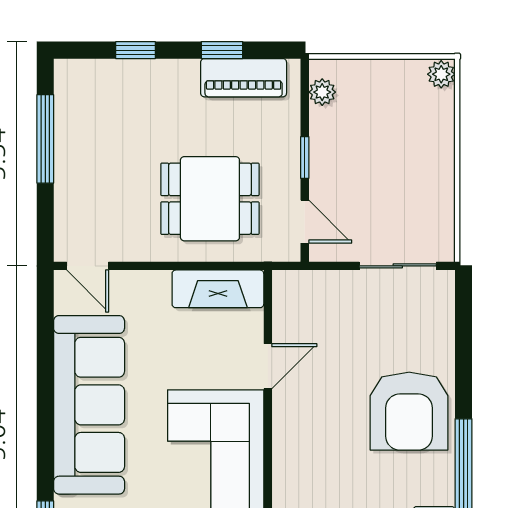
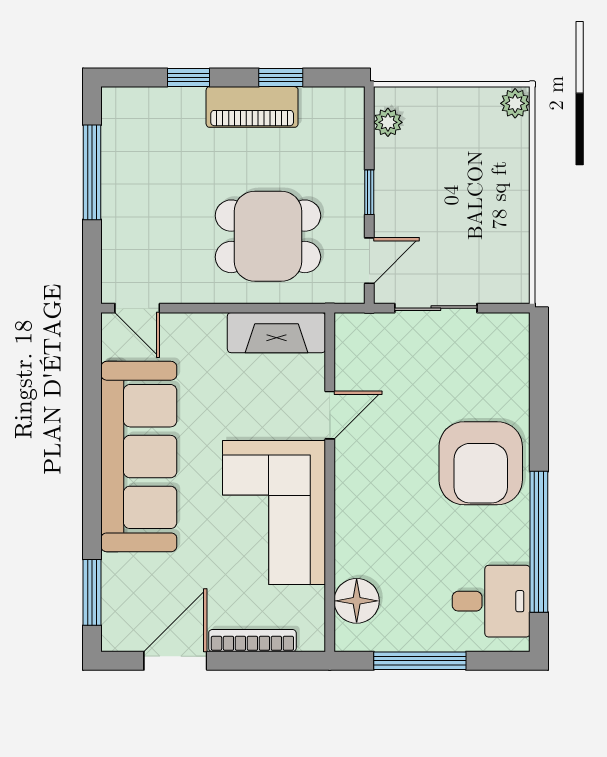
piano: (244, 78) -> (252, 107), moved
door: (305, 222) -> (369, 261), hinge flipped
sliding door: (398, 266) -> (436, 308), moved

